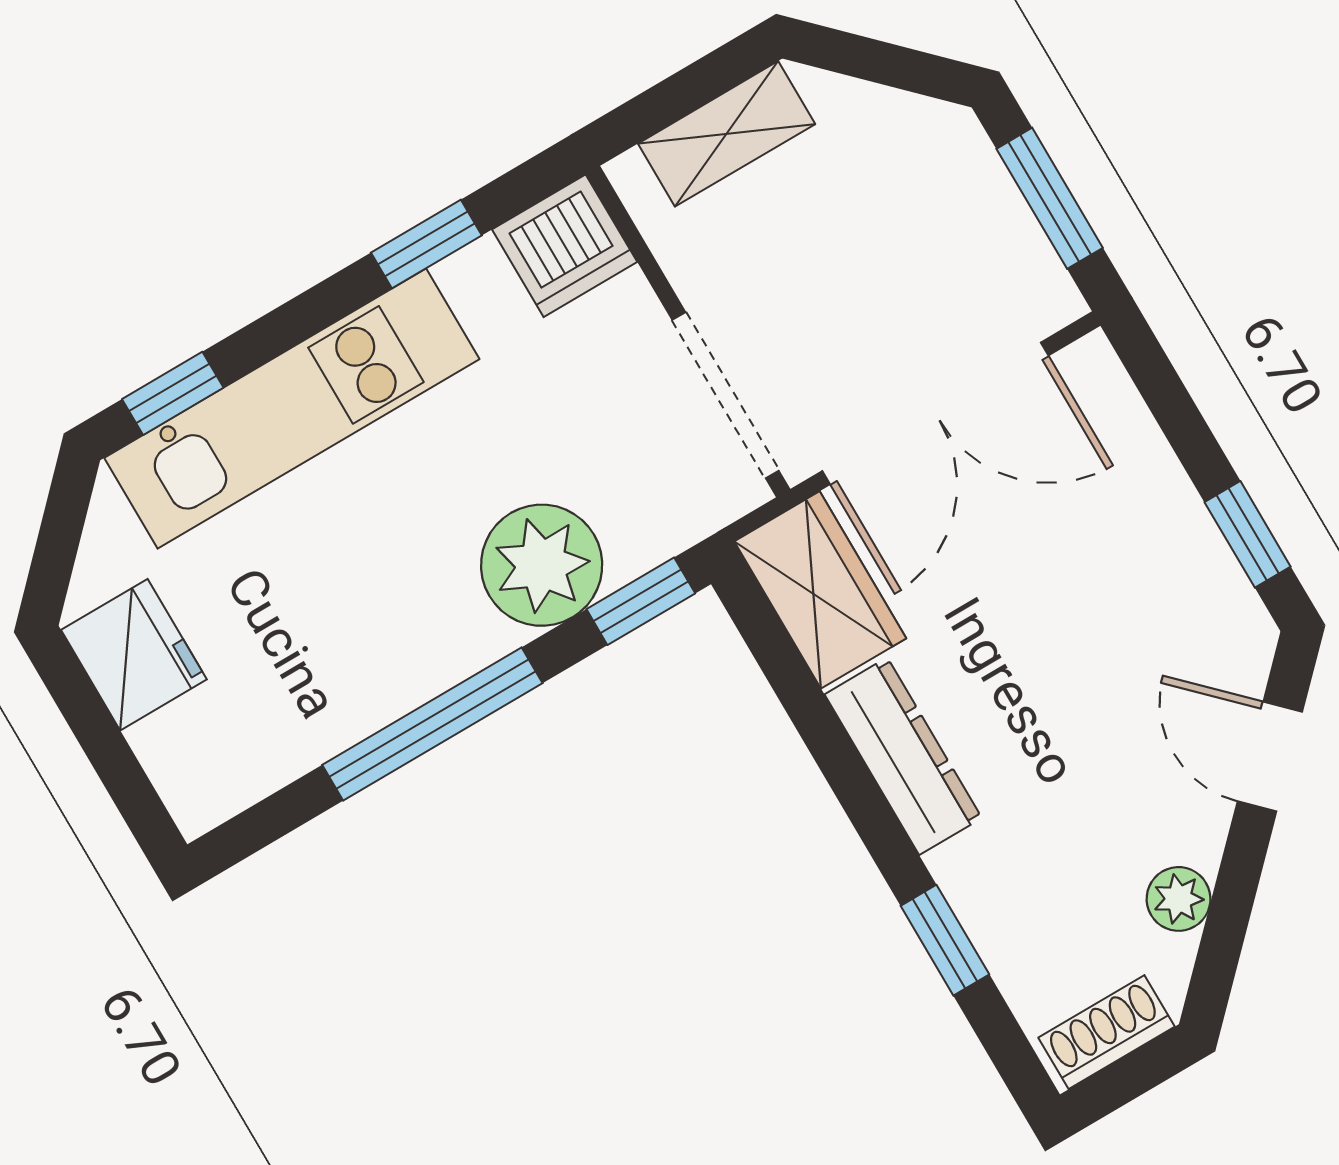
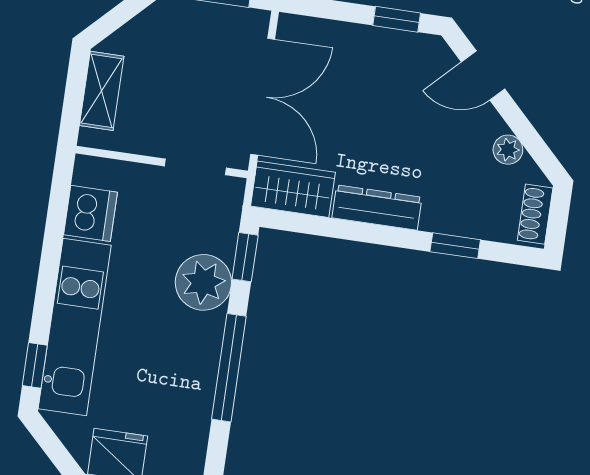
window: (426, 244) -> (54, 231), removed
dishwasher: (565, 246) -> (90, 213), moved
doorway: (726, 395) -> (195, 167), width x0.73

